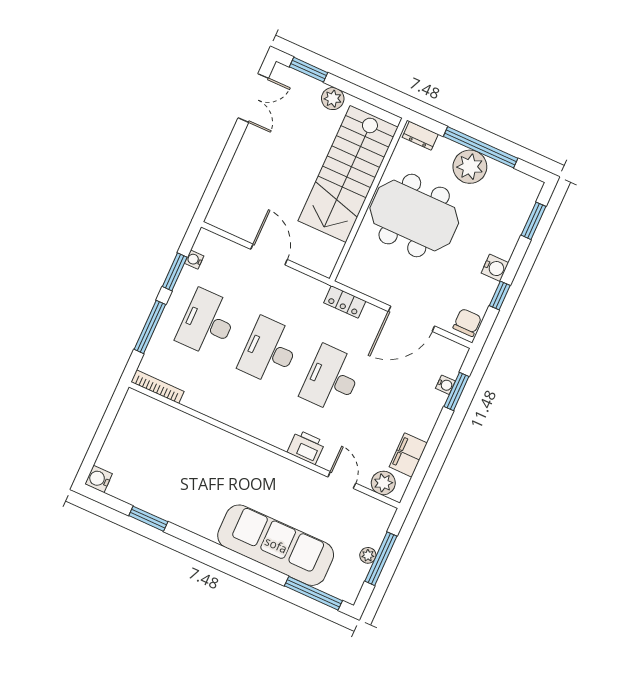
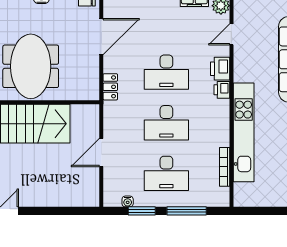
door: (411, 319) -> (101, 37), hinge flipped
bookcase: (157, 387) -> (225, 167), moved
printer: (279, 437) -> (222, 90), added
kitchen unit: (215, 441) -> (244, 132), added

